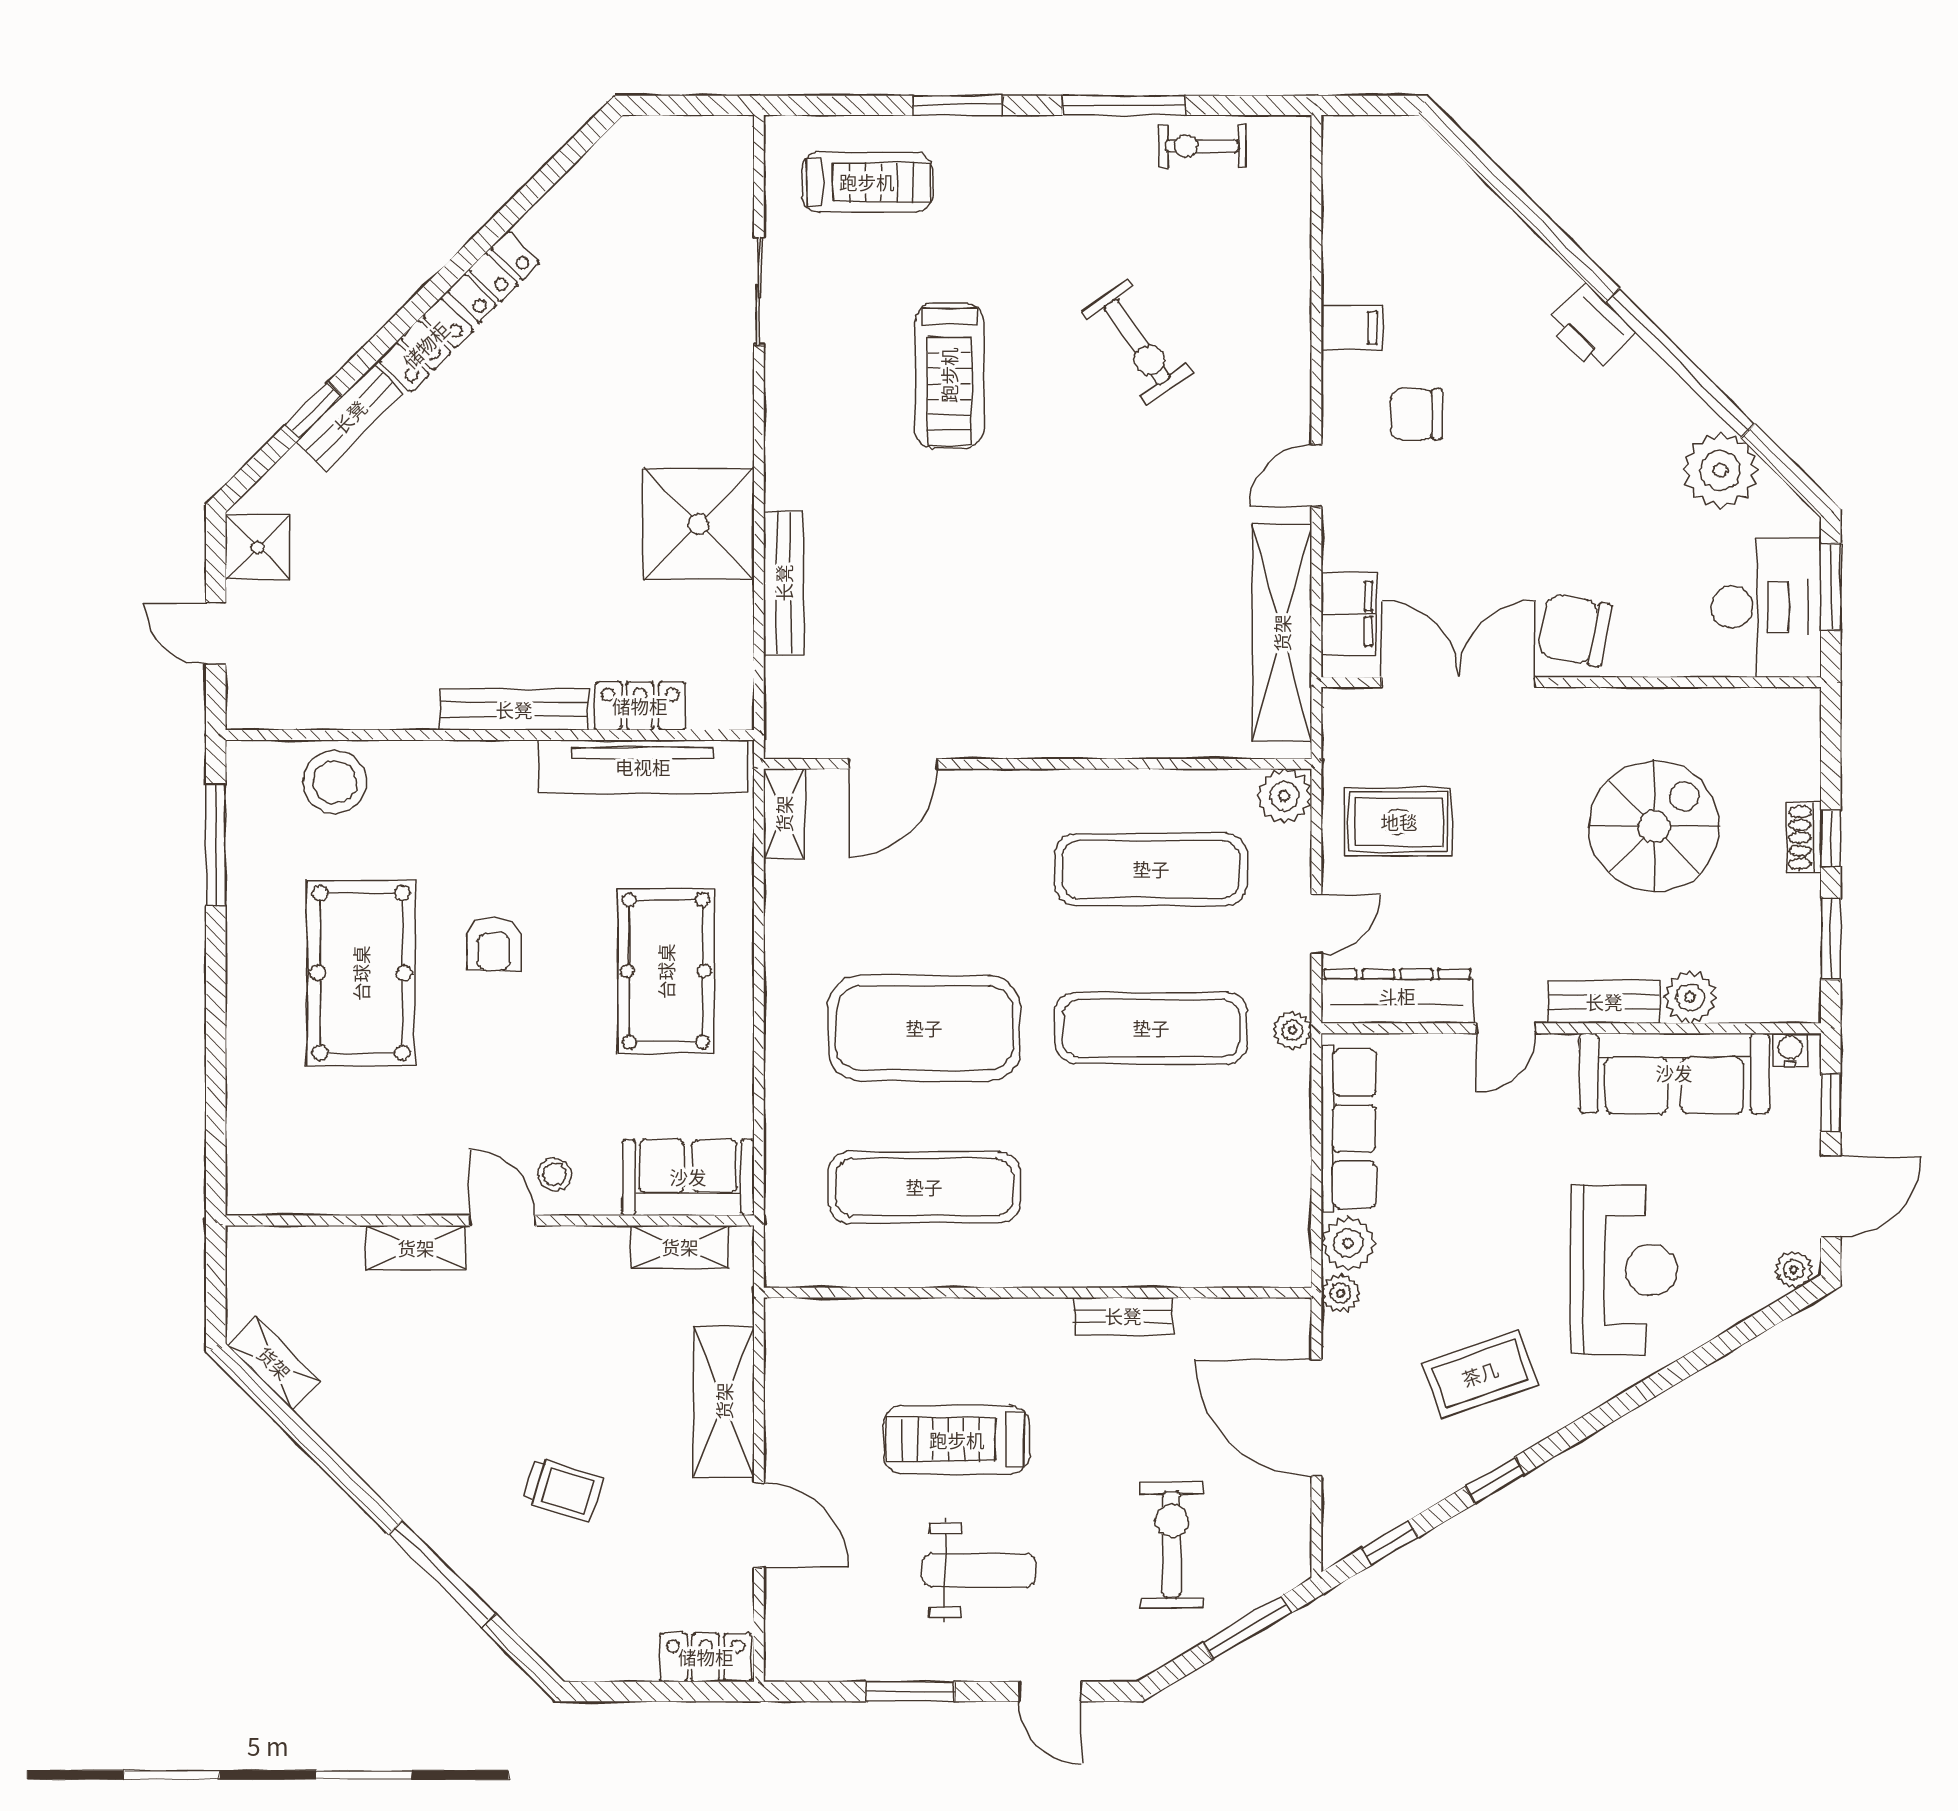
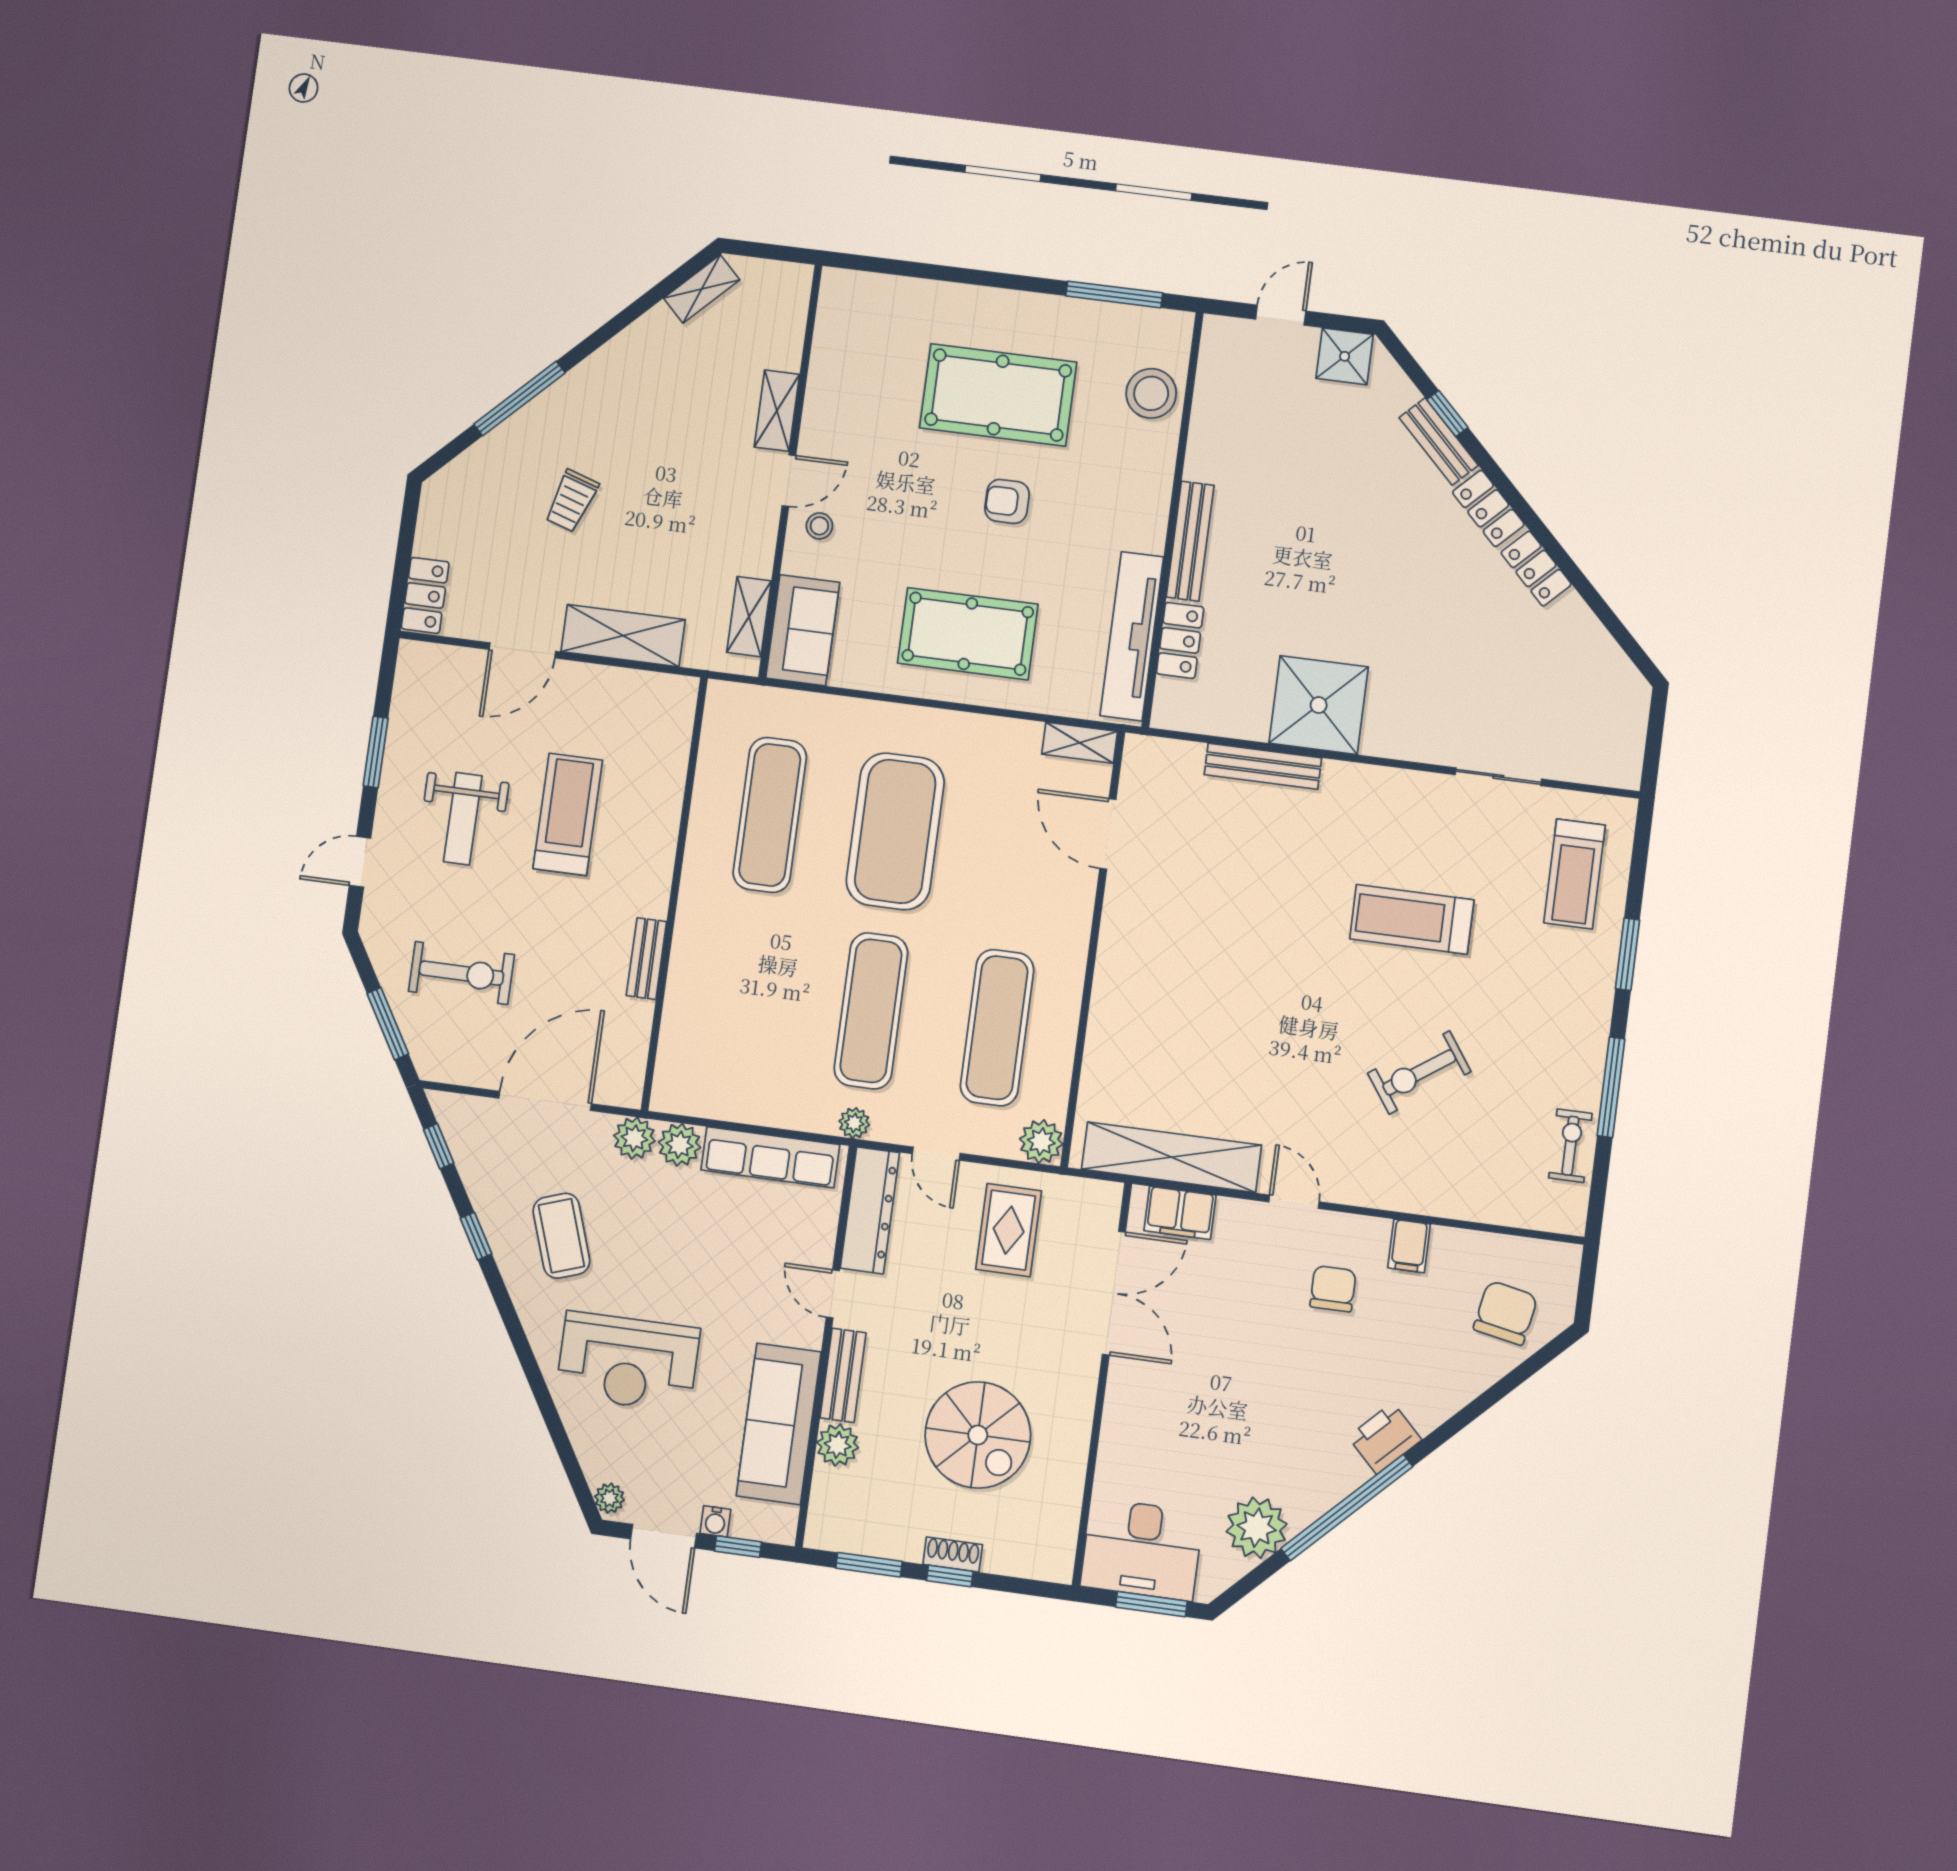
chair: (1574, 630) -> (1506, 1313), moved
water cooler: (1790, 1050) -> (715, 1521), moved, turned 90
plant: (1340, 1293) -> (634, 1138), width x1.38, depth x1.38

